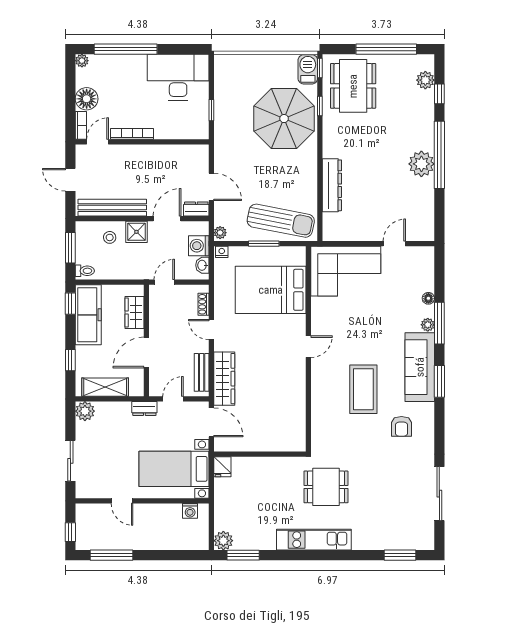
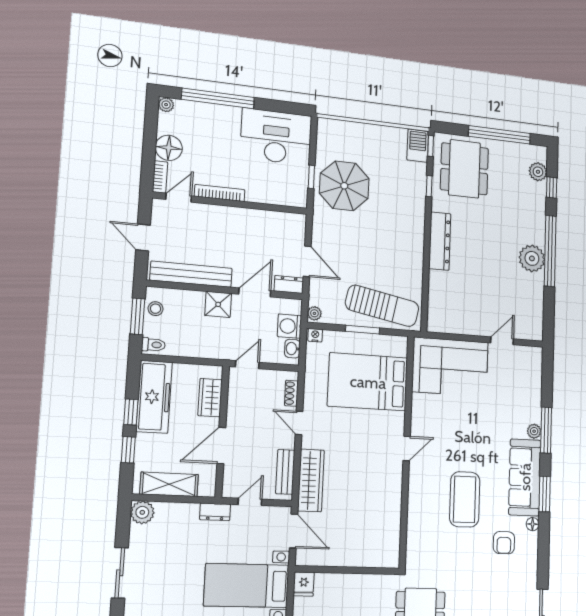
parasol: (284, 119) -> (344, 186), moved, width x0.73, depth x0.73
dresser: (332, 185) -> (440, 241), moved
stool: (110, 237) -> (156, 309), moved
floor lamp: (428, 298) -> (533, 524), moved
window: (70, 304) -> (131, 412), moved

